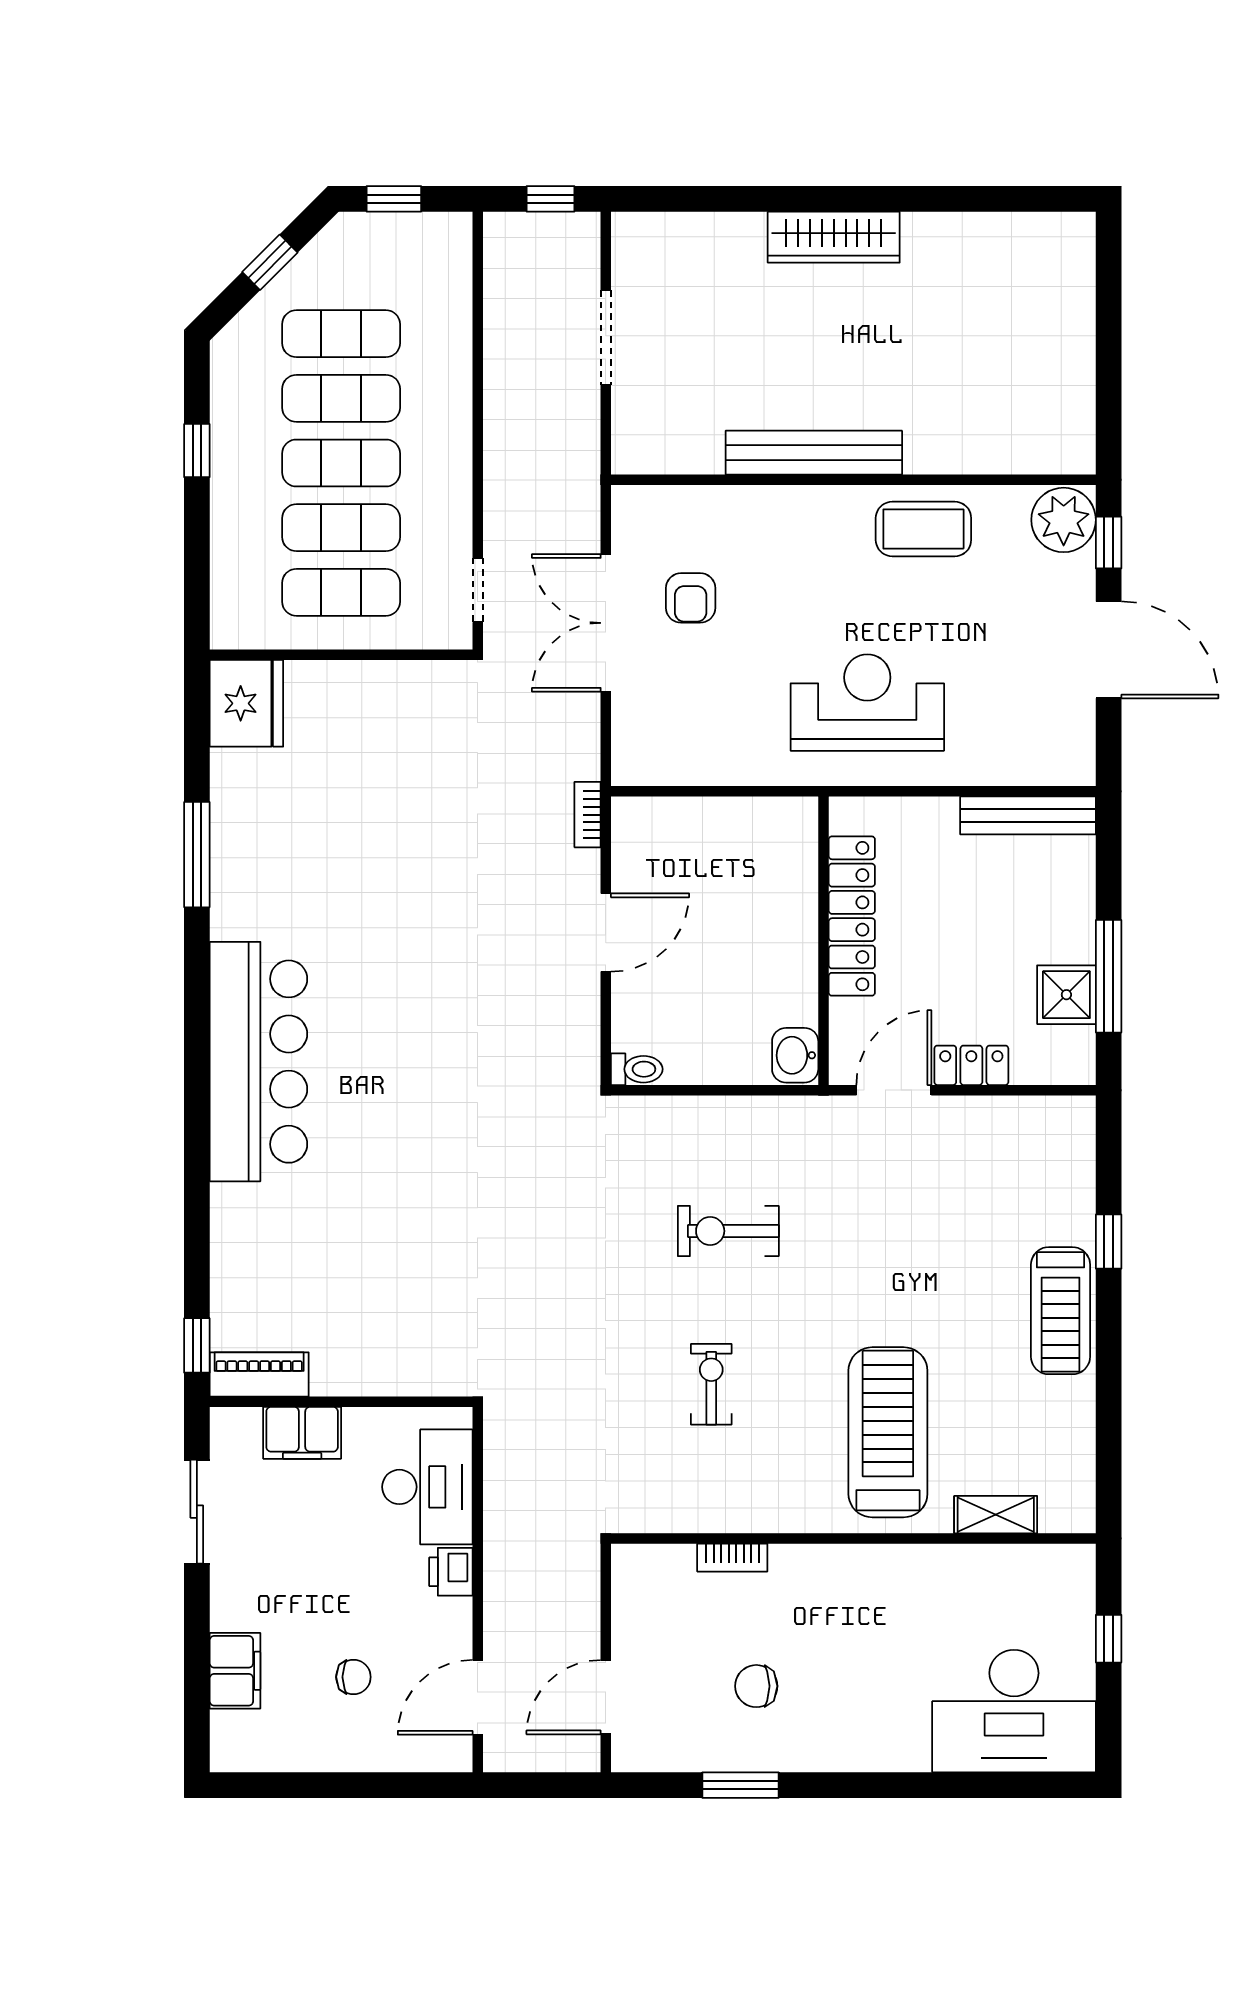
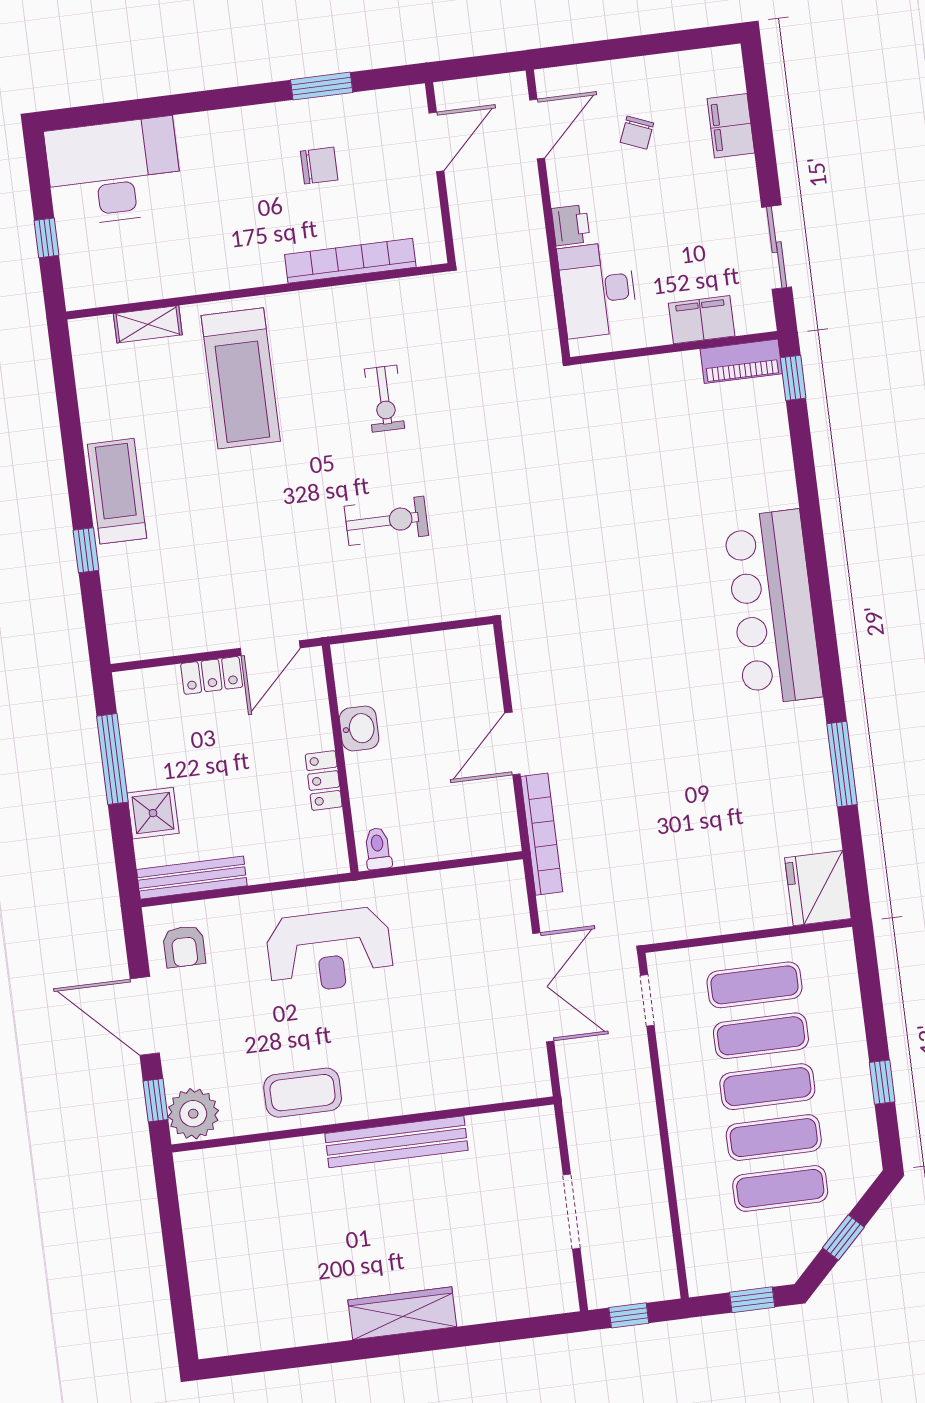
armchair: (691, 598) -> (184, 946), moved, turned 180
bookcase: (588, 815) -> (542, 834), width x2.31, depth x1.31
locker: (852, 916) -> (324, 781), width x0.46, depth x0.83
shower: (1066, 995) -> (153, 813), moved
washbasin: (795, 1055) -> (359, 728), moved
toilet: (637, 1069) -> (378, 849), moved, turned 90
bookcase: (732, 1558) -> (350, 261), width x2.31, depth x1.31
chair: (353, 1677) -> (637, 133), turned -68

